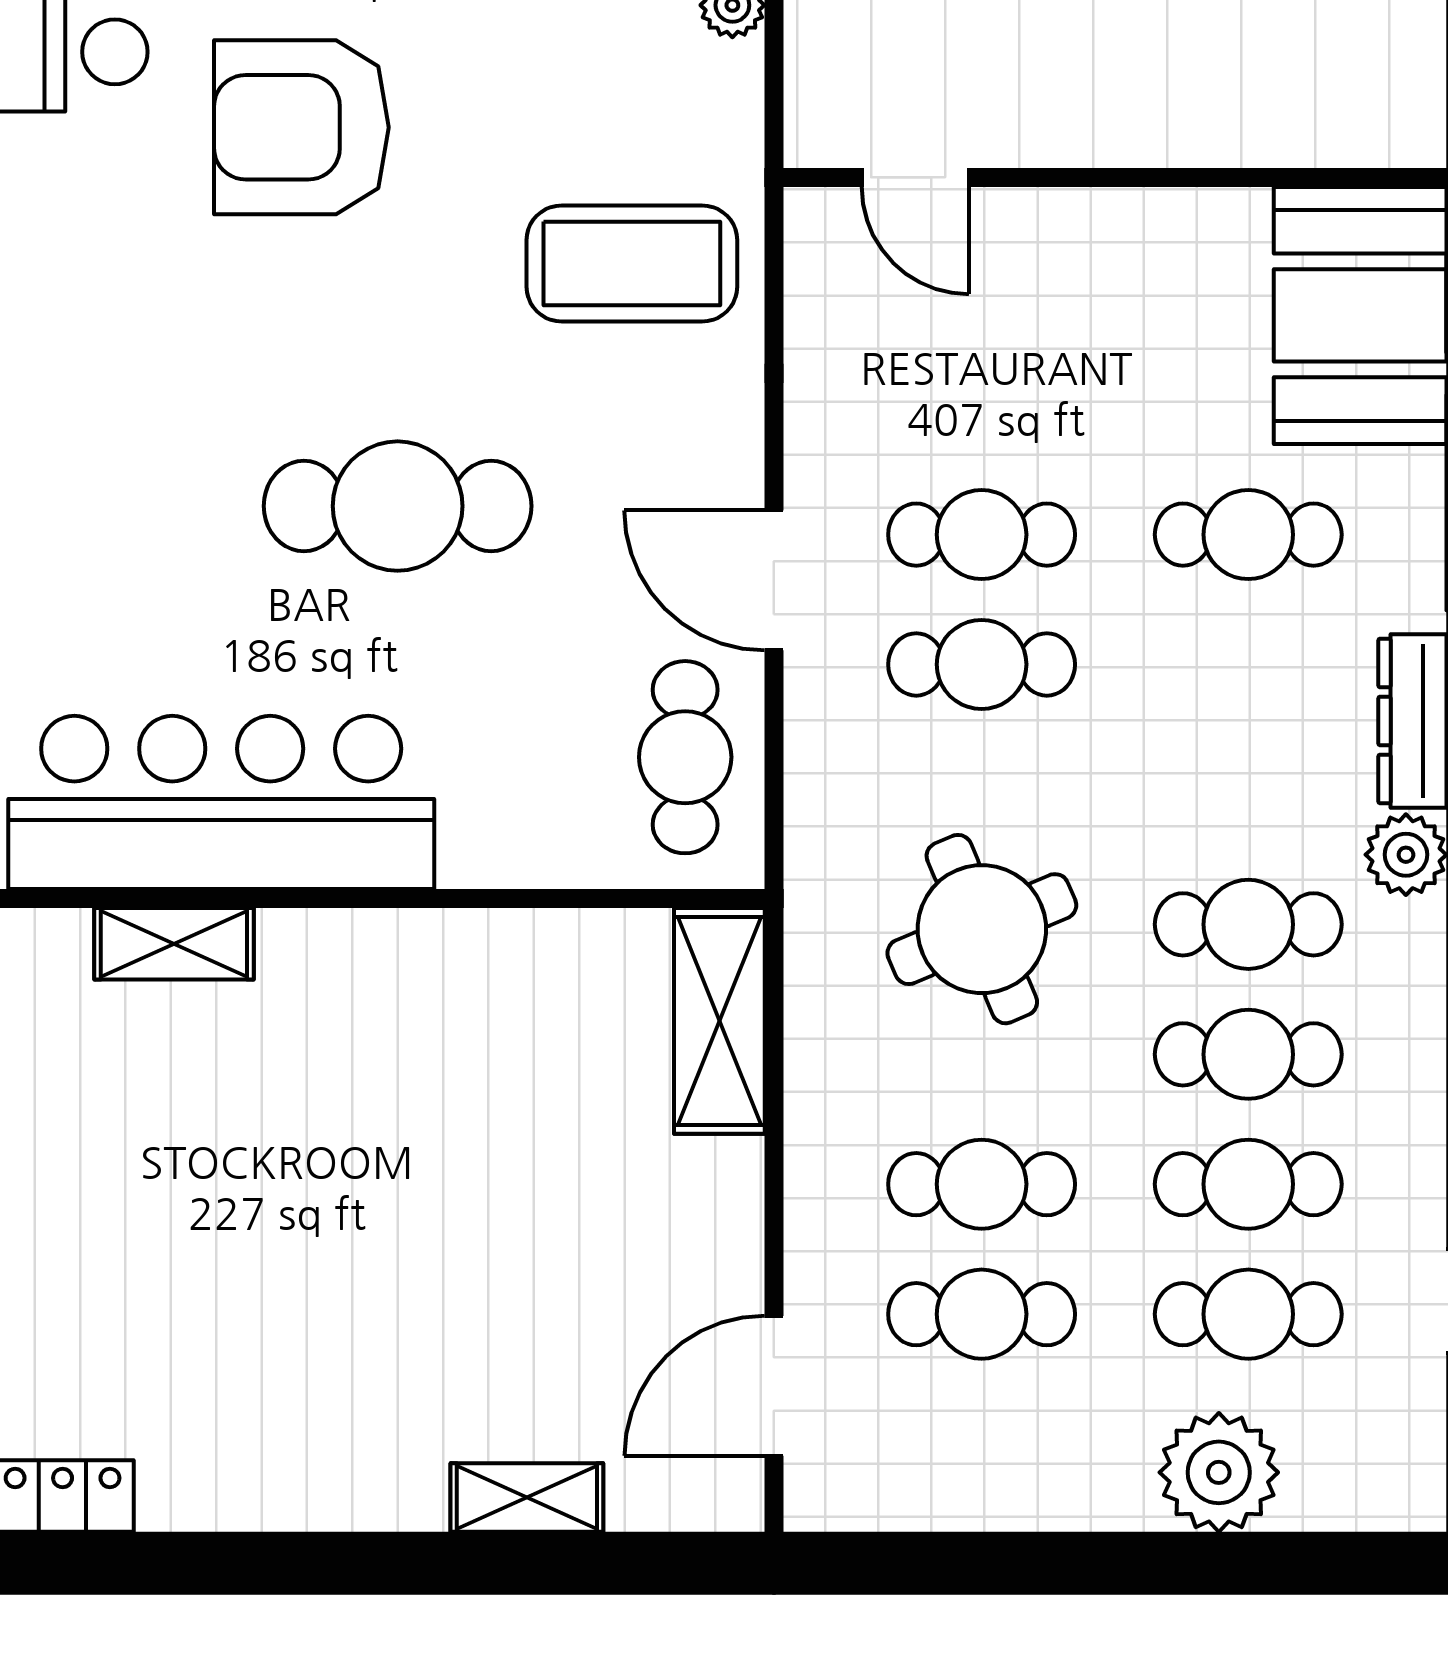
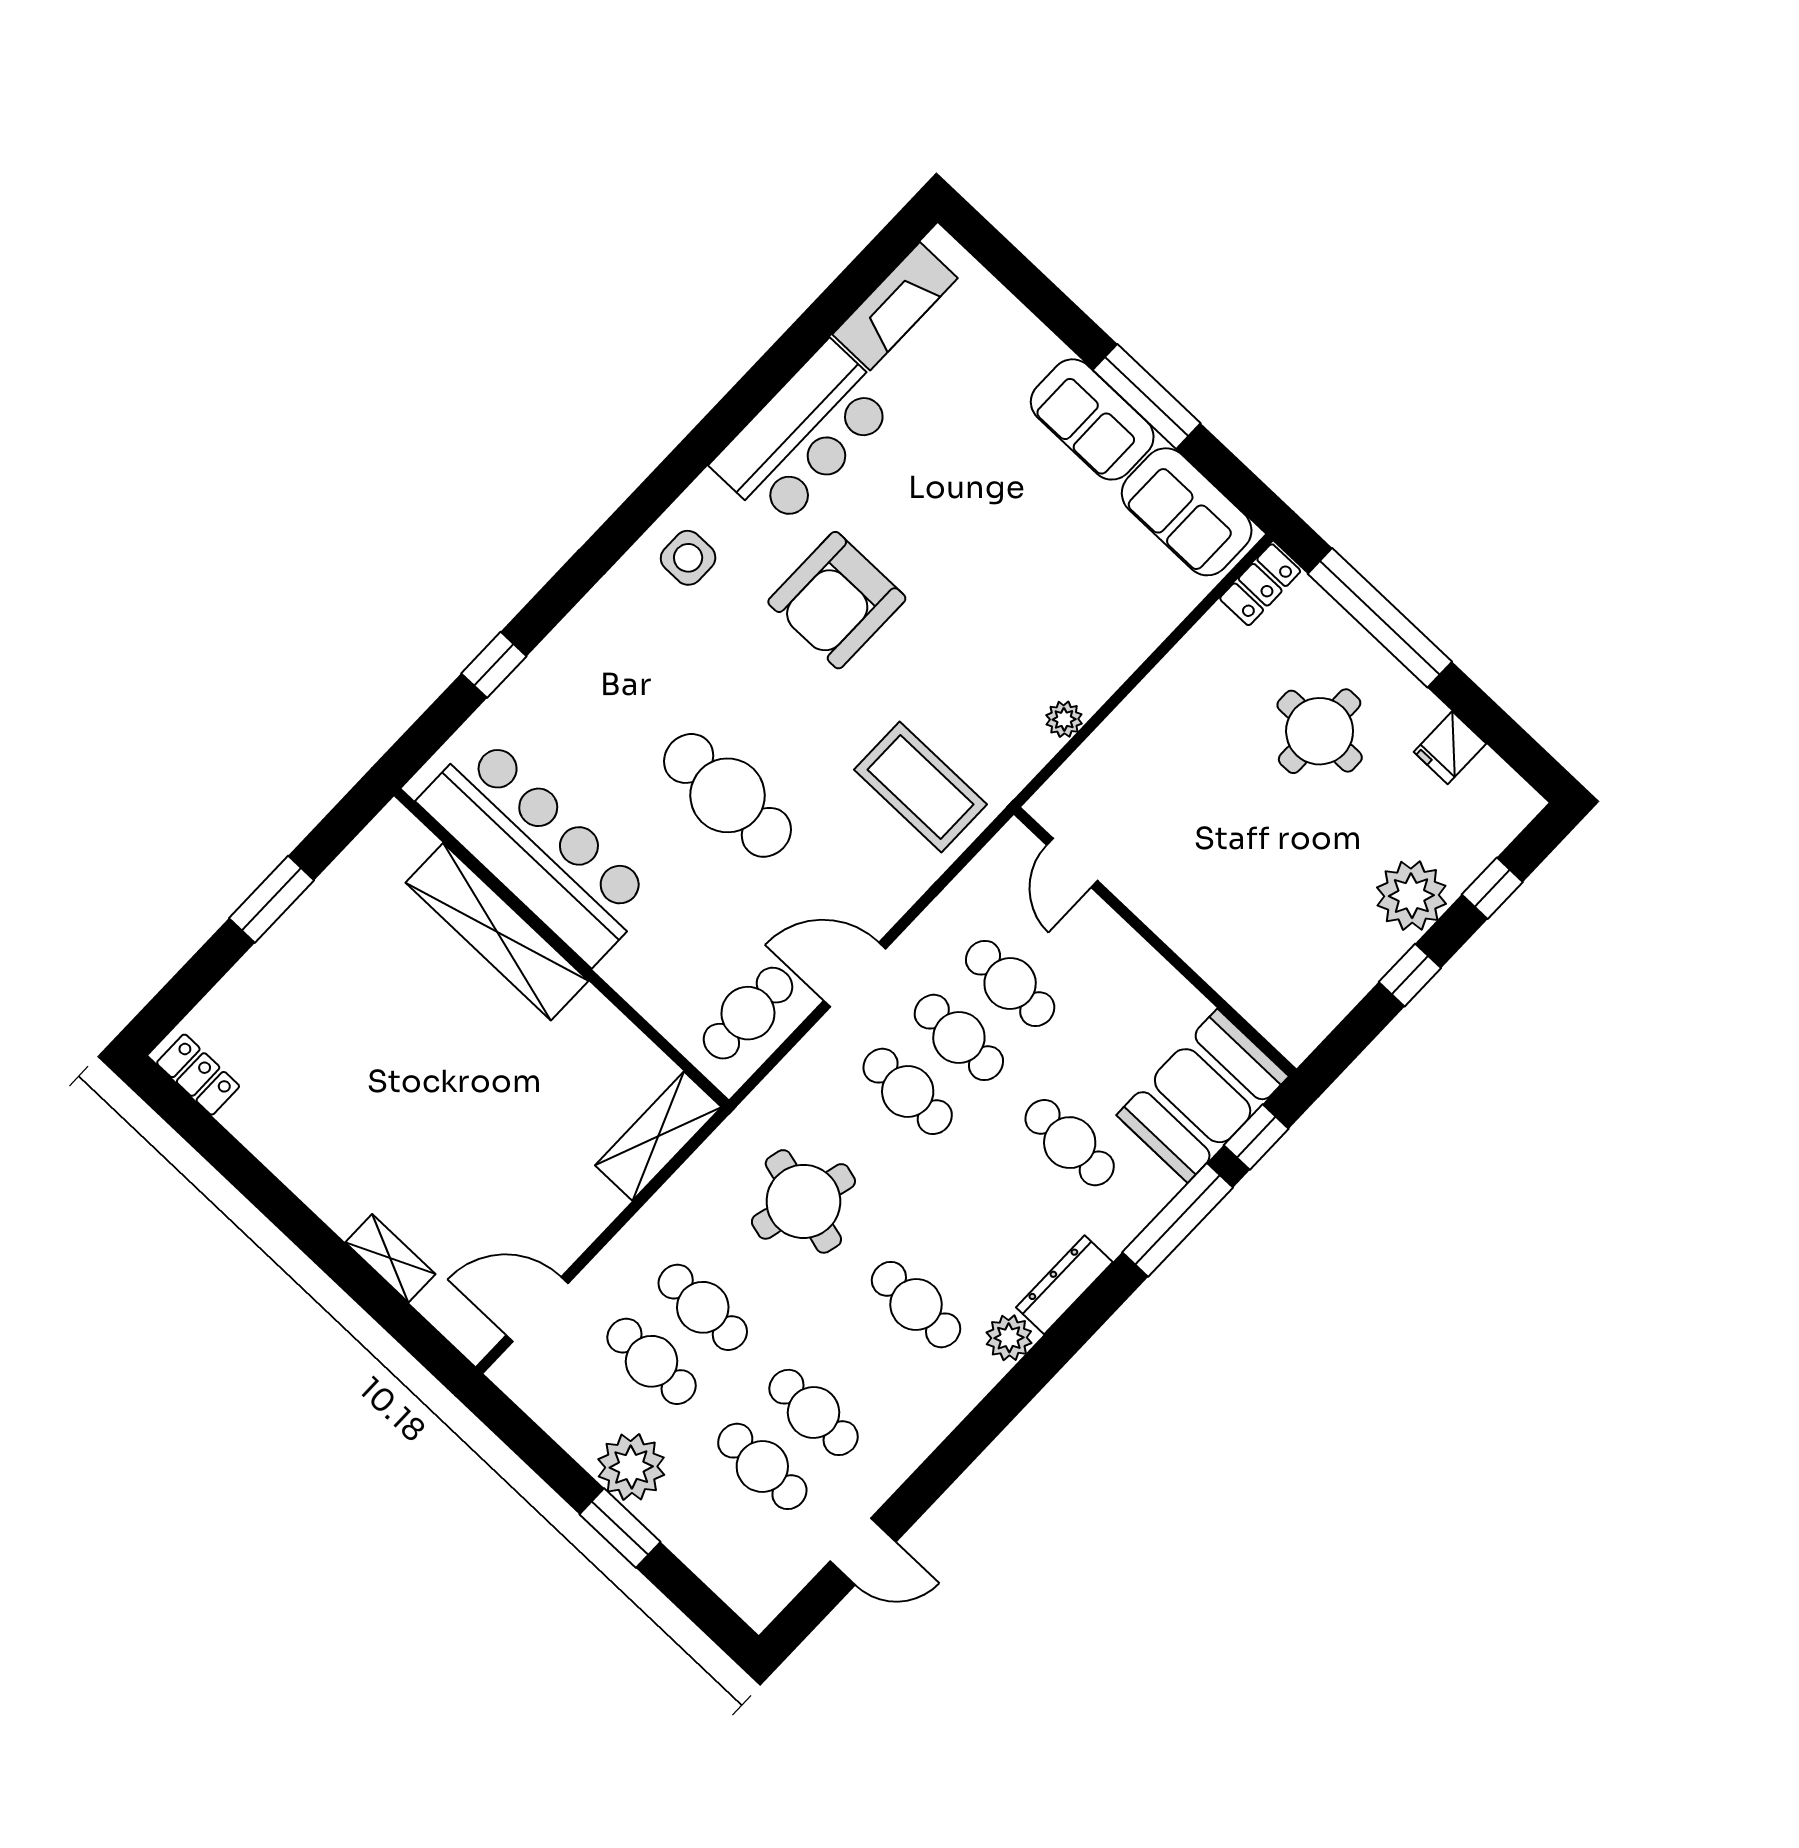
armchair: (301, 127) -> (837, 600), turned -90
side table: (62, 253) -> (688, 558), added
door: (774, 580) -> (855, 975), hinge flipped
round table: (982, 929) -> (803, 1201), turned 38
shelving: (174, 944) -> (497, 932), width x2.20, depth x1.33
cafe table: (1248, 1054) -> (1010, 983), moved
plant: (1219, 1472) -> (631, 1467), moved
window: (1142, 1563) -> (620, 1528), added

